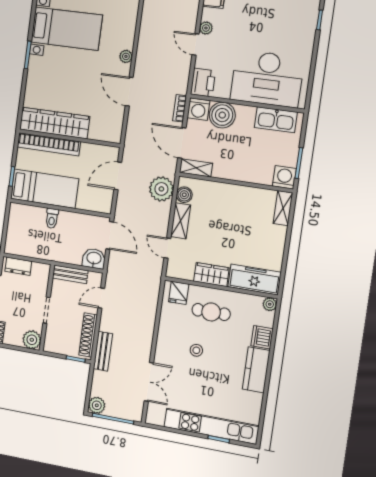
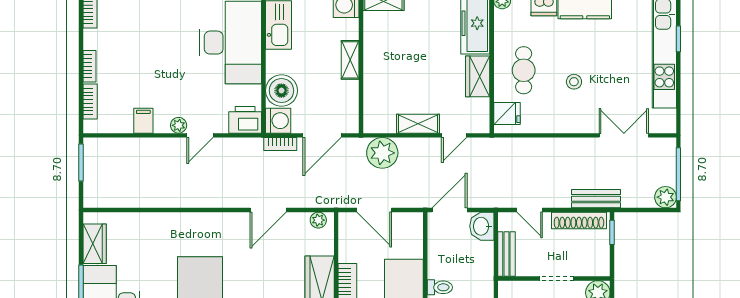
plant: (126, 56) -> (318, 220), moved
shelving: (196, 168) -> (350, 60), moved
boiler: (184, 195) -> (385, 123), removed

